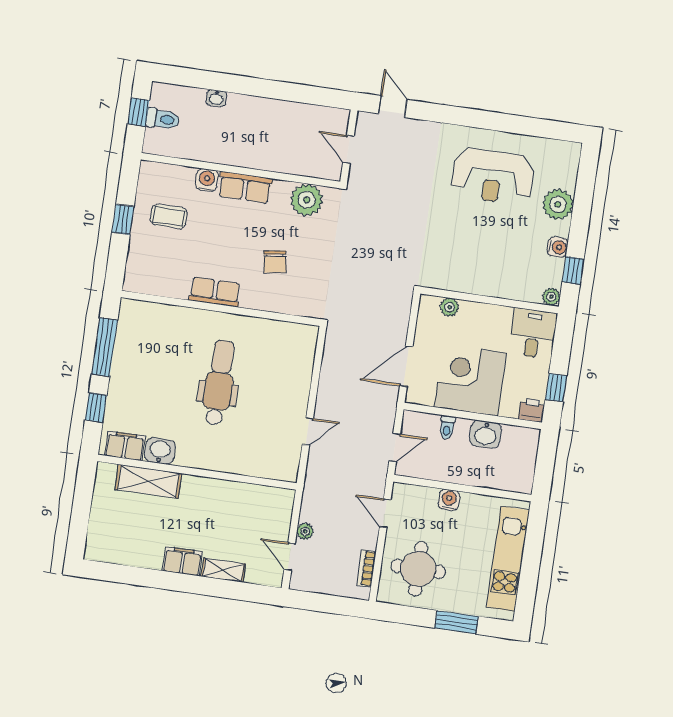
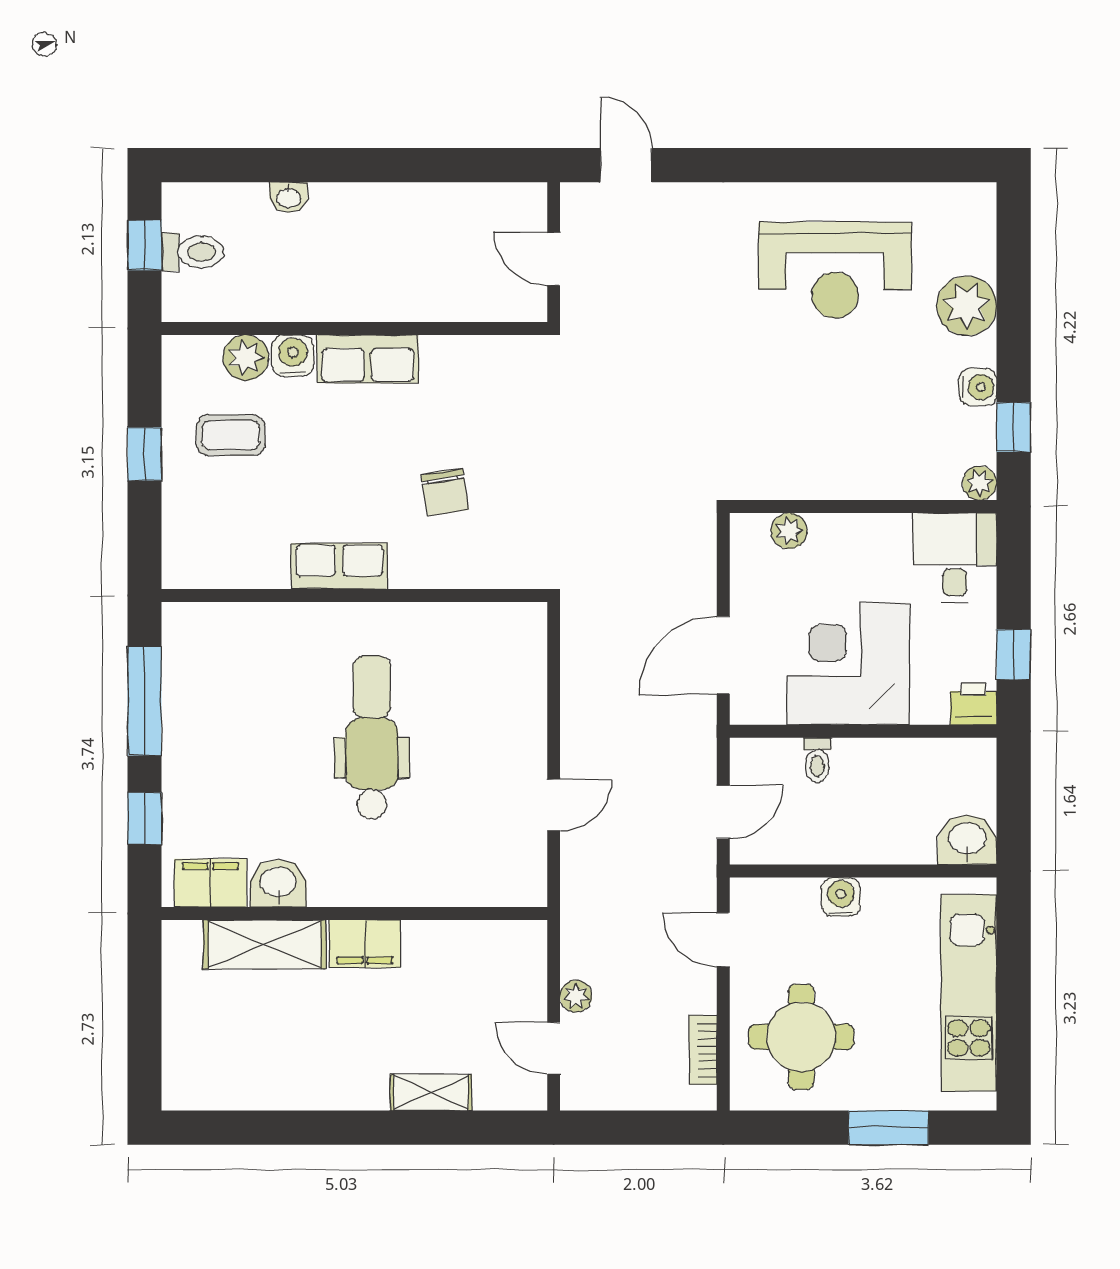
plant: (307, 200) -> (246, 358), moved, width x0.73, depth x0.73
washbasin: (486, 434) -> (967, 840), moved, turned 180
filing cabinet: (182, 561) -> (365, 944), moved, turned 180

